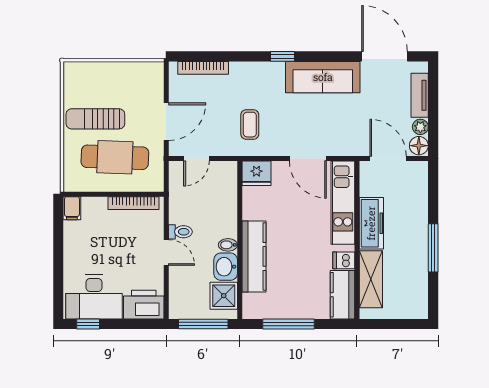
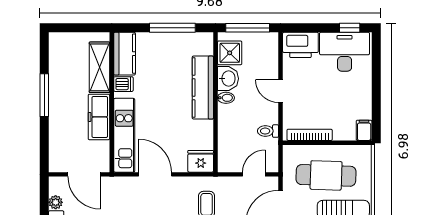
floor lamp: (419, 146) -> (57, 186), removed
toilet: (180, 232) -> (268, 131), moved

